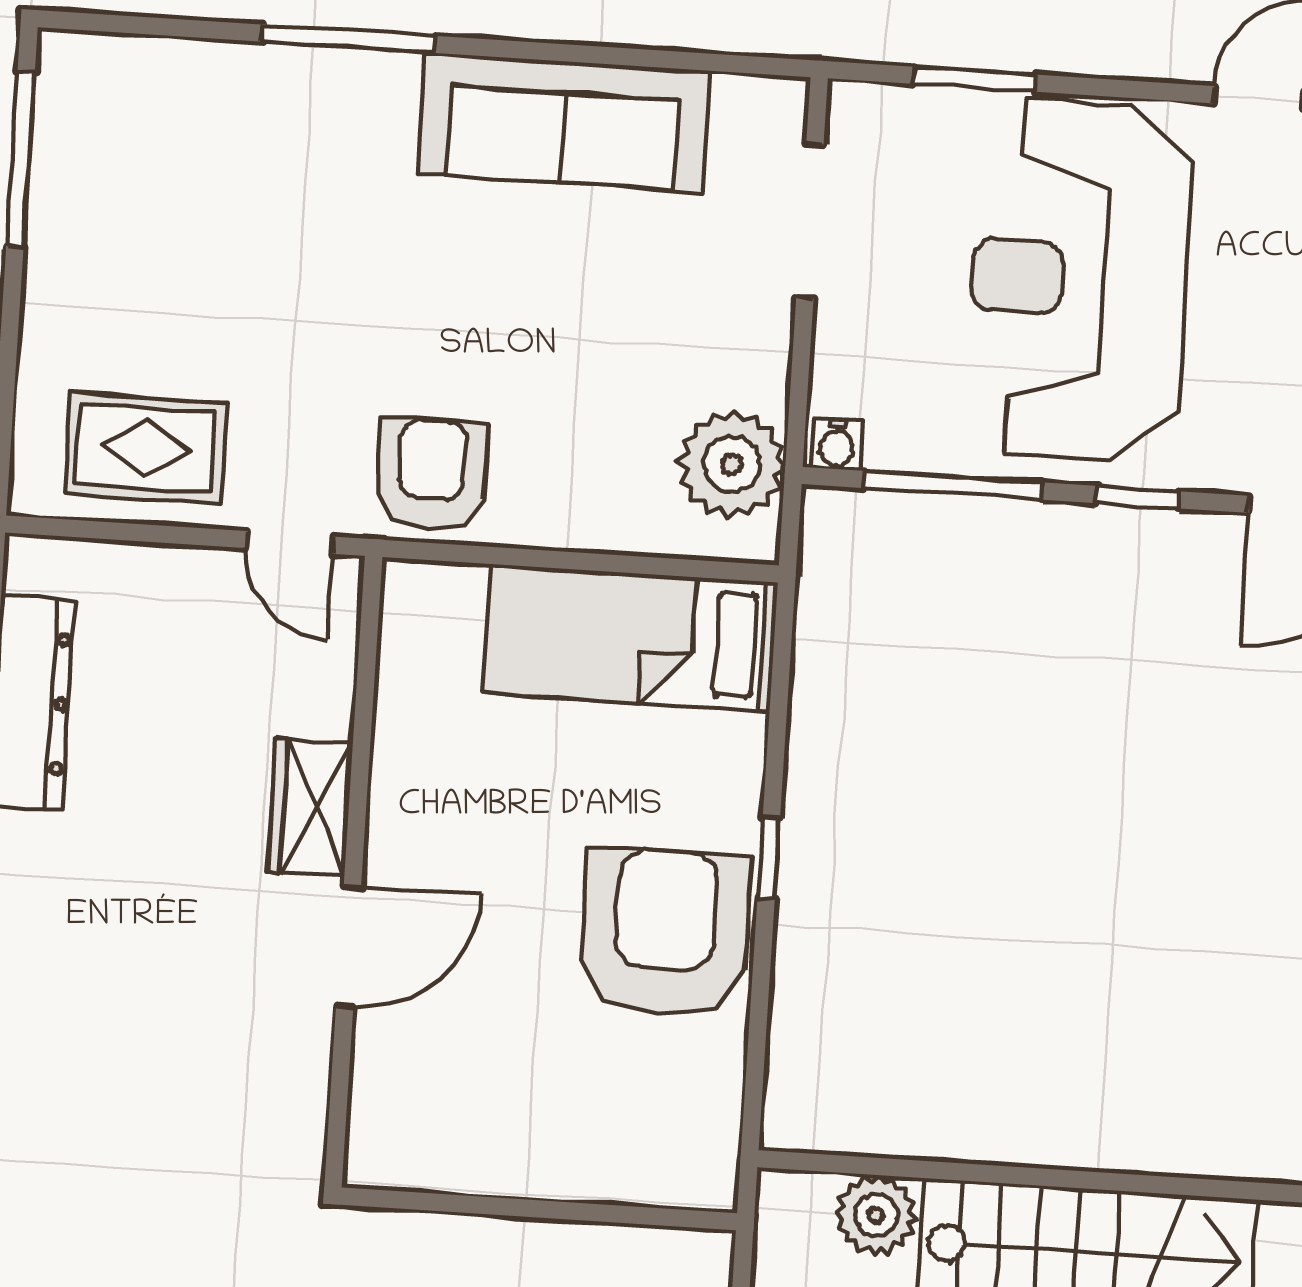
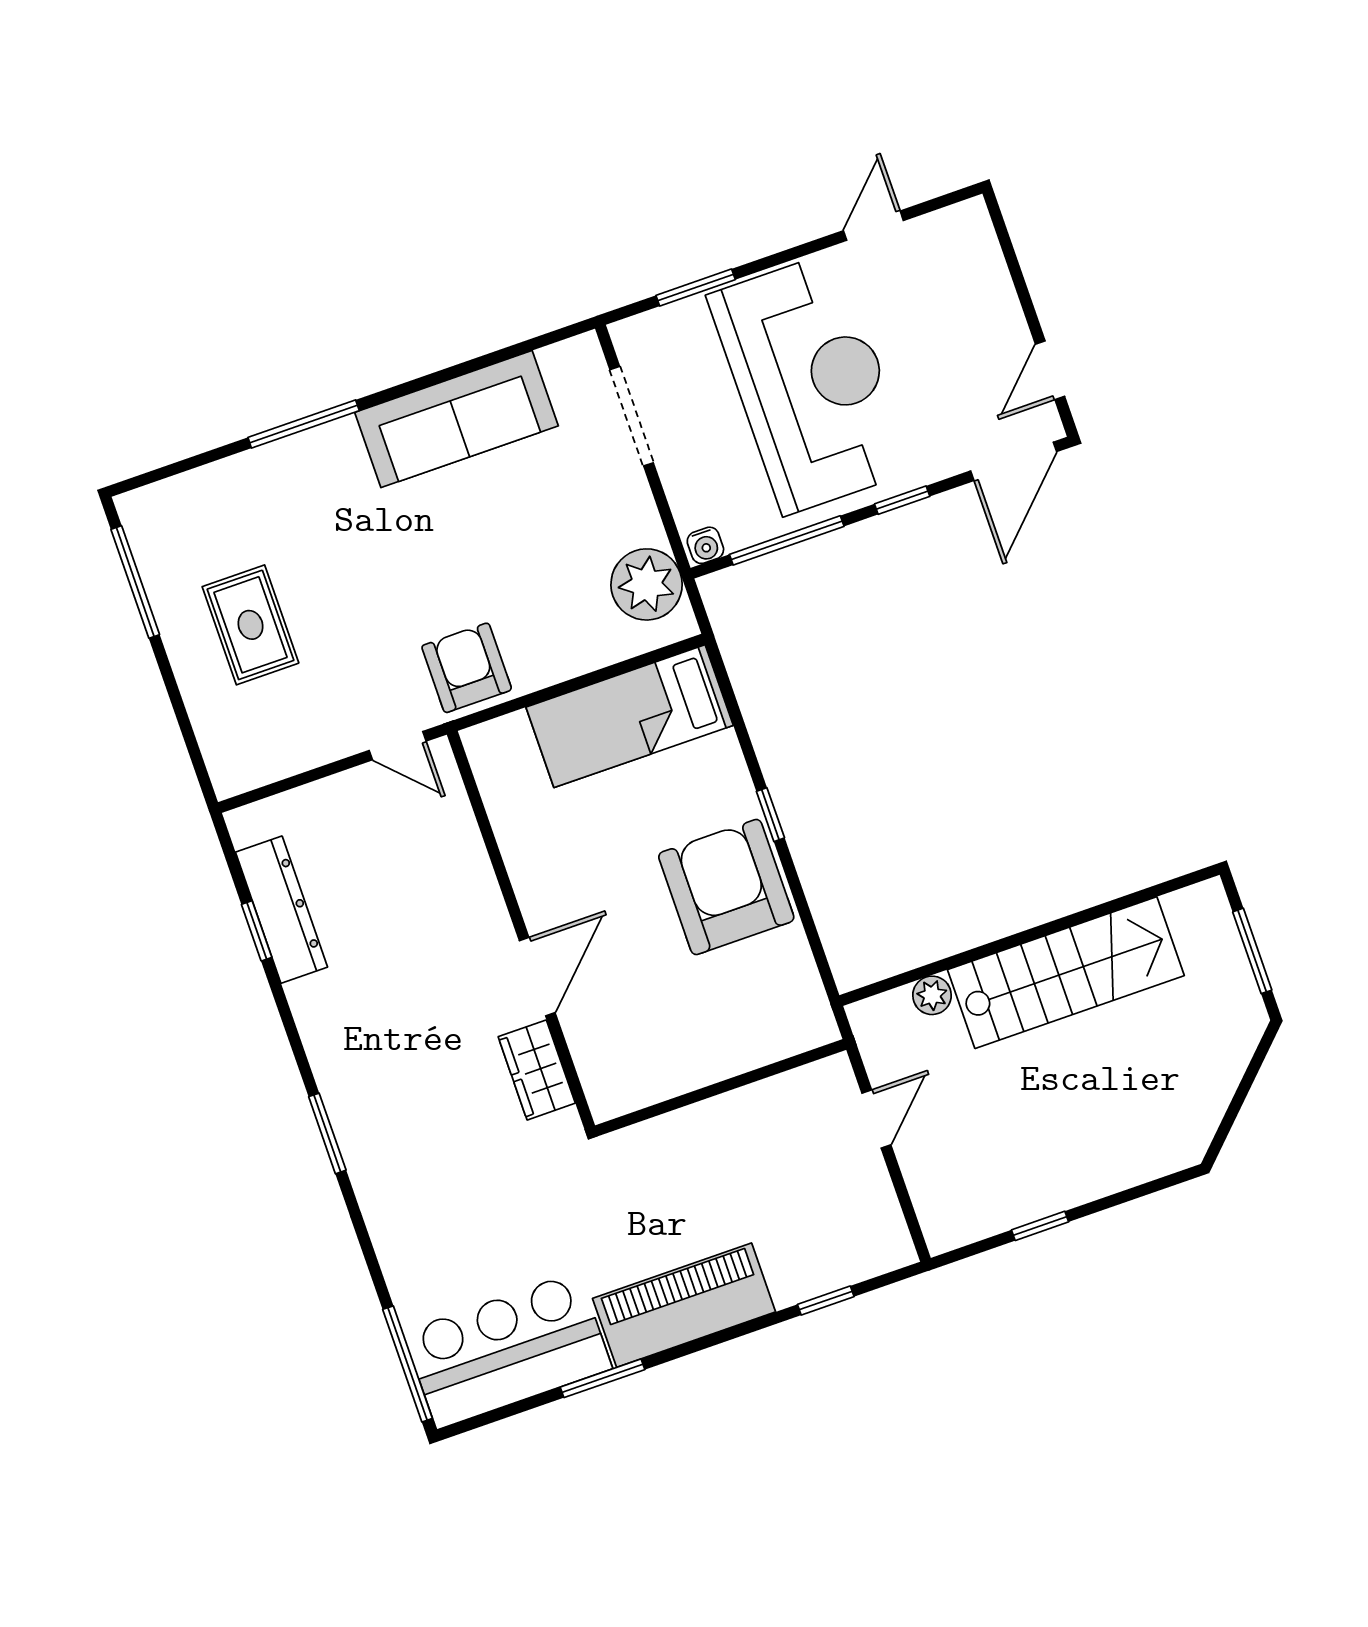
reception desk: (1079, 280) -> (811, 383), turned 180
rug: (146, 448) -> (250, 625), moved, turned 90
wardrobe: (310, 807) -> (537, 1070), moved
plant: (876, 1215) -> (932, 995), width x0.73, depth x0.73

